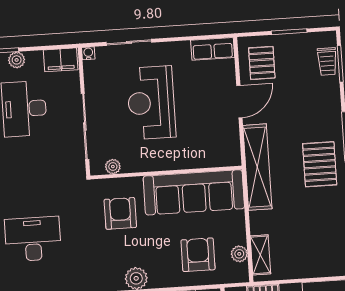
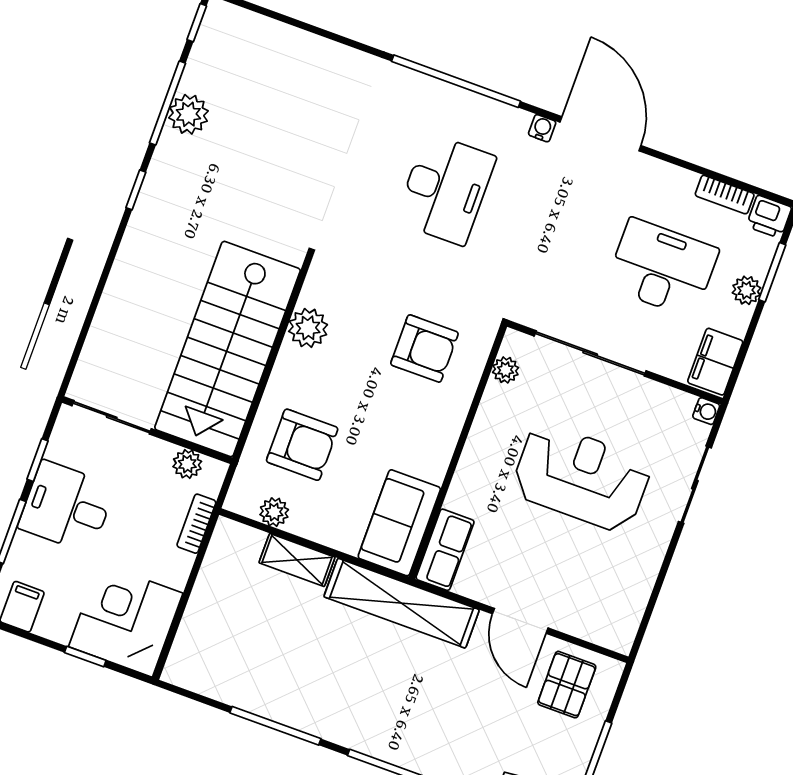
row of seats: (213, 49) -> (445, 550), moved, turned 180
pallet: (262, 63) -> (567, 685), turned 90
pallet: (320, 164) -> (362, 706), removed
sofa: (194, 192) -> (399, 523), width x0.54, depth x0.79
shelving: (260, 255) -> (297, 560), moved

